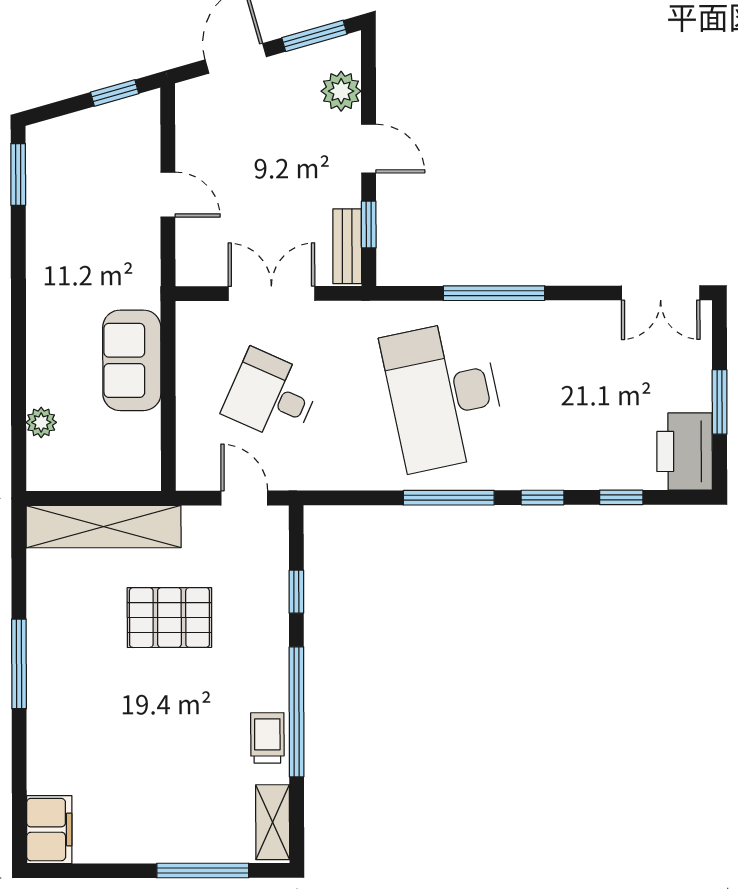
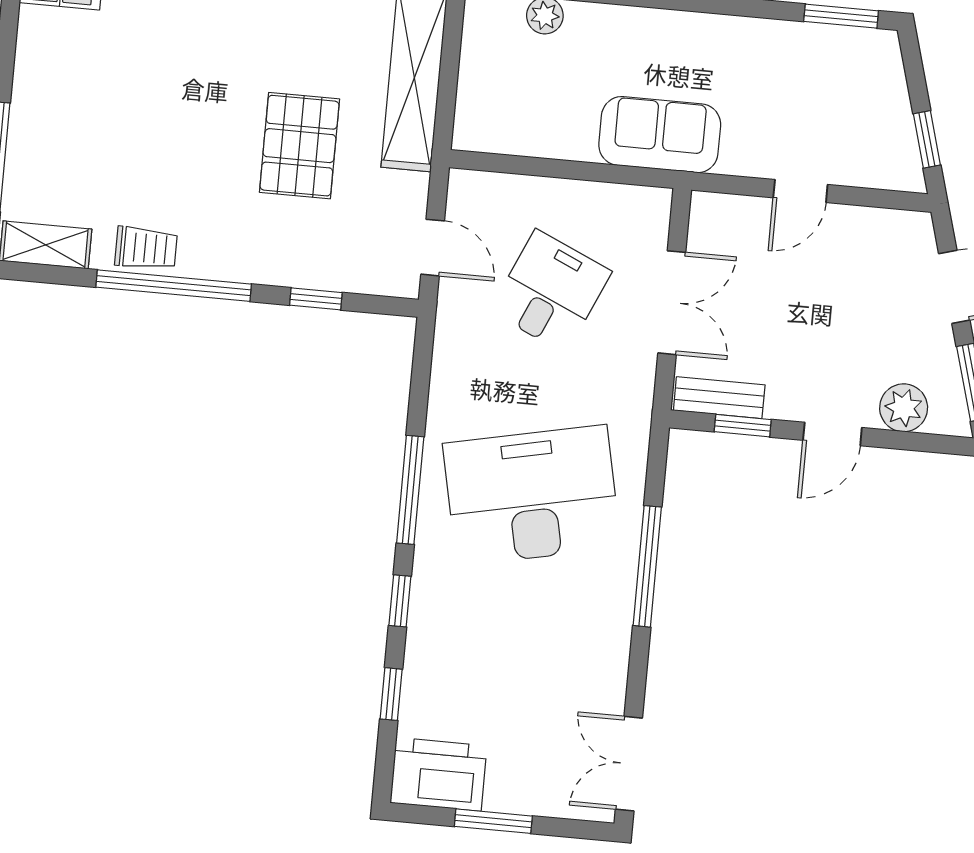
sofa: (132, 360) -> (660, 135), moved
door: (244, 498) -> (433, 248), hinge flipped

